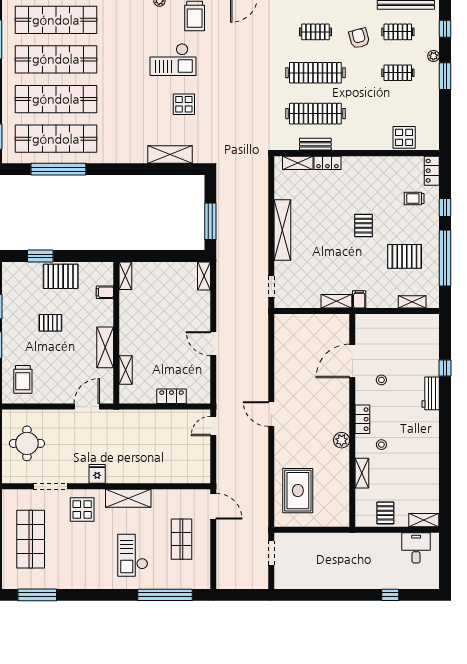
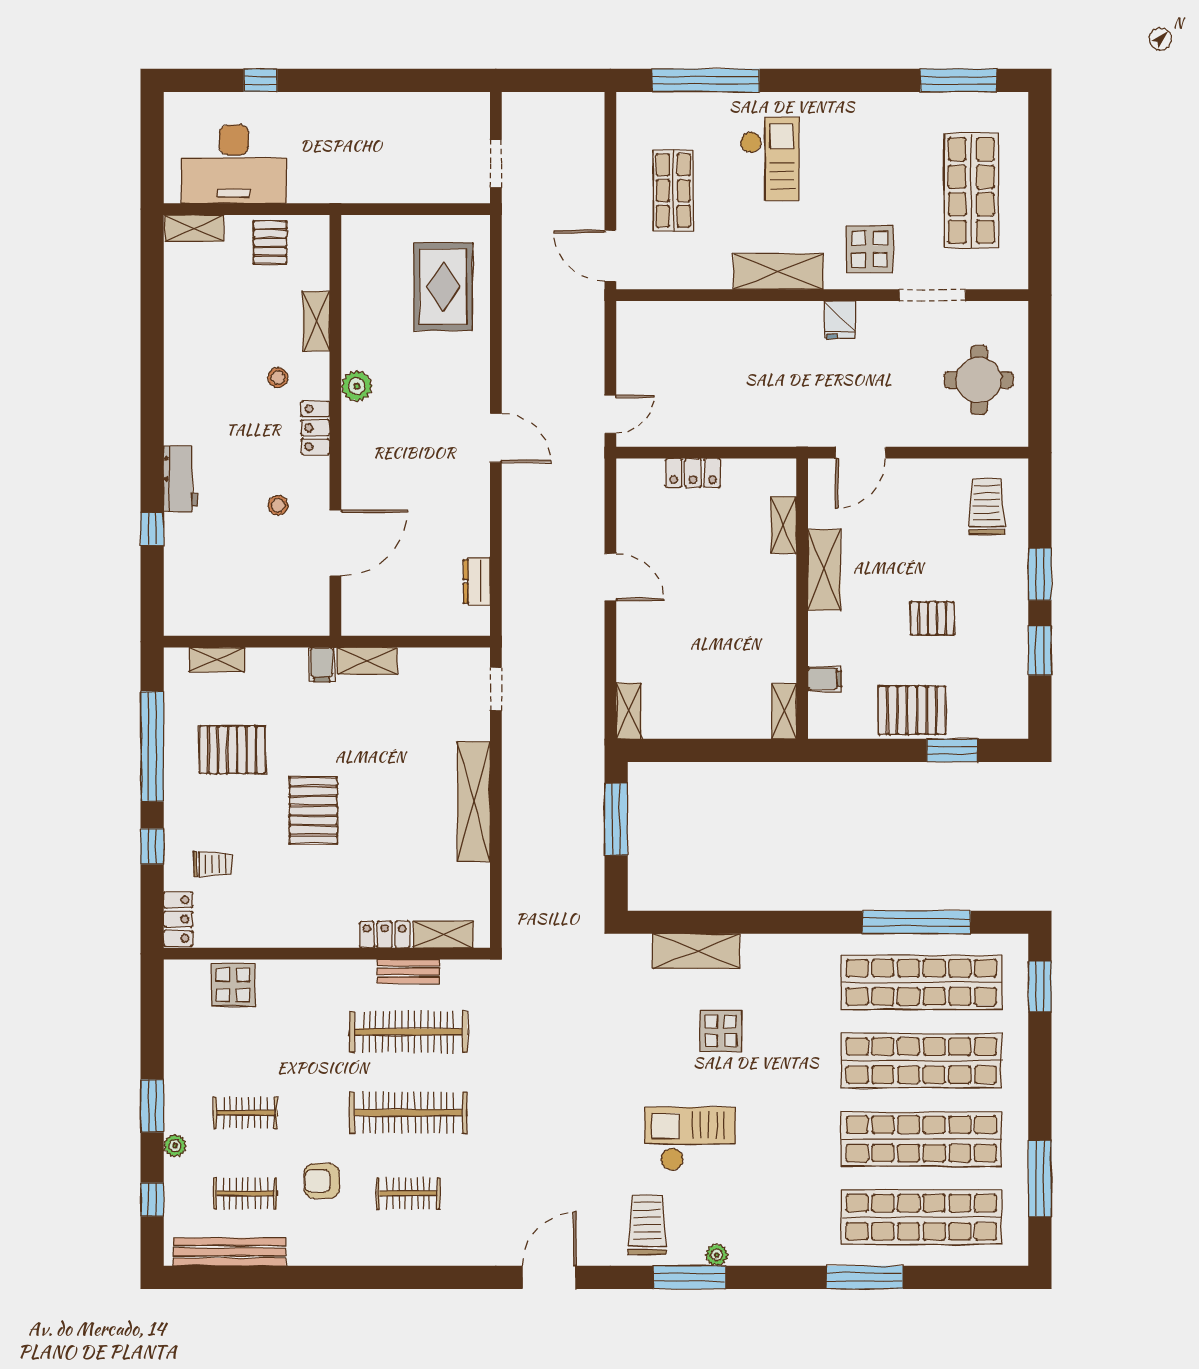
armchair: (359, 38) -> (322, 1181), turned 105
display table: (184, 104) -> (721, 1031), moved
pallet: (363, 226) -> (313, 811), width x1.50, depth x1.42
dresser: (281, 341) -> (477, 581), added
desk: (416, 548) -> (234, 164), width x1.87, depth x1.30

